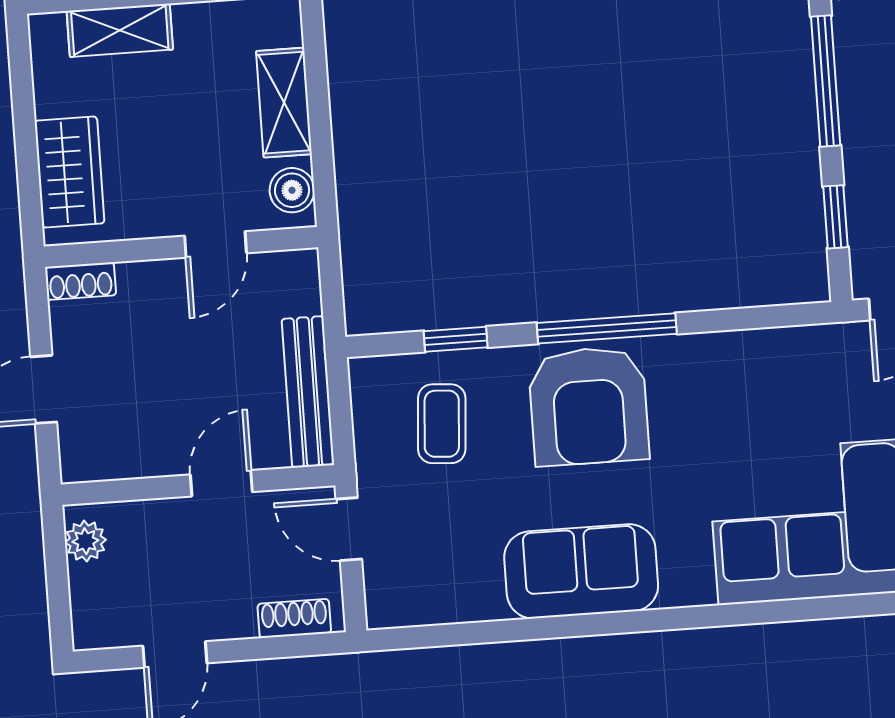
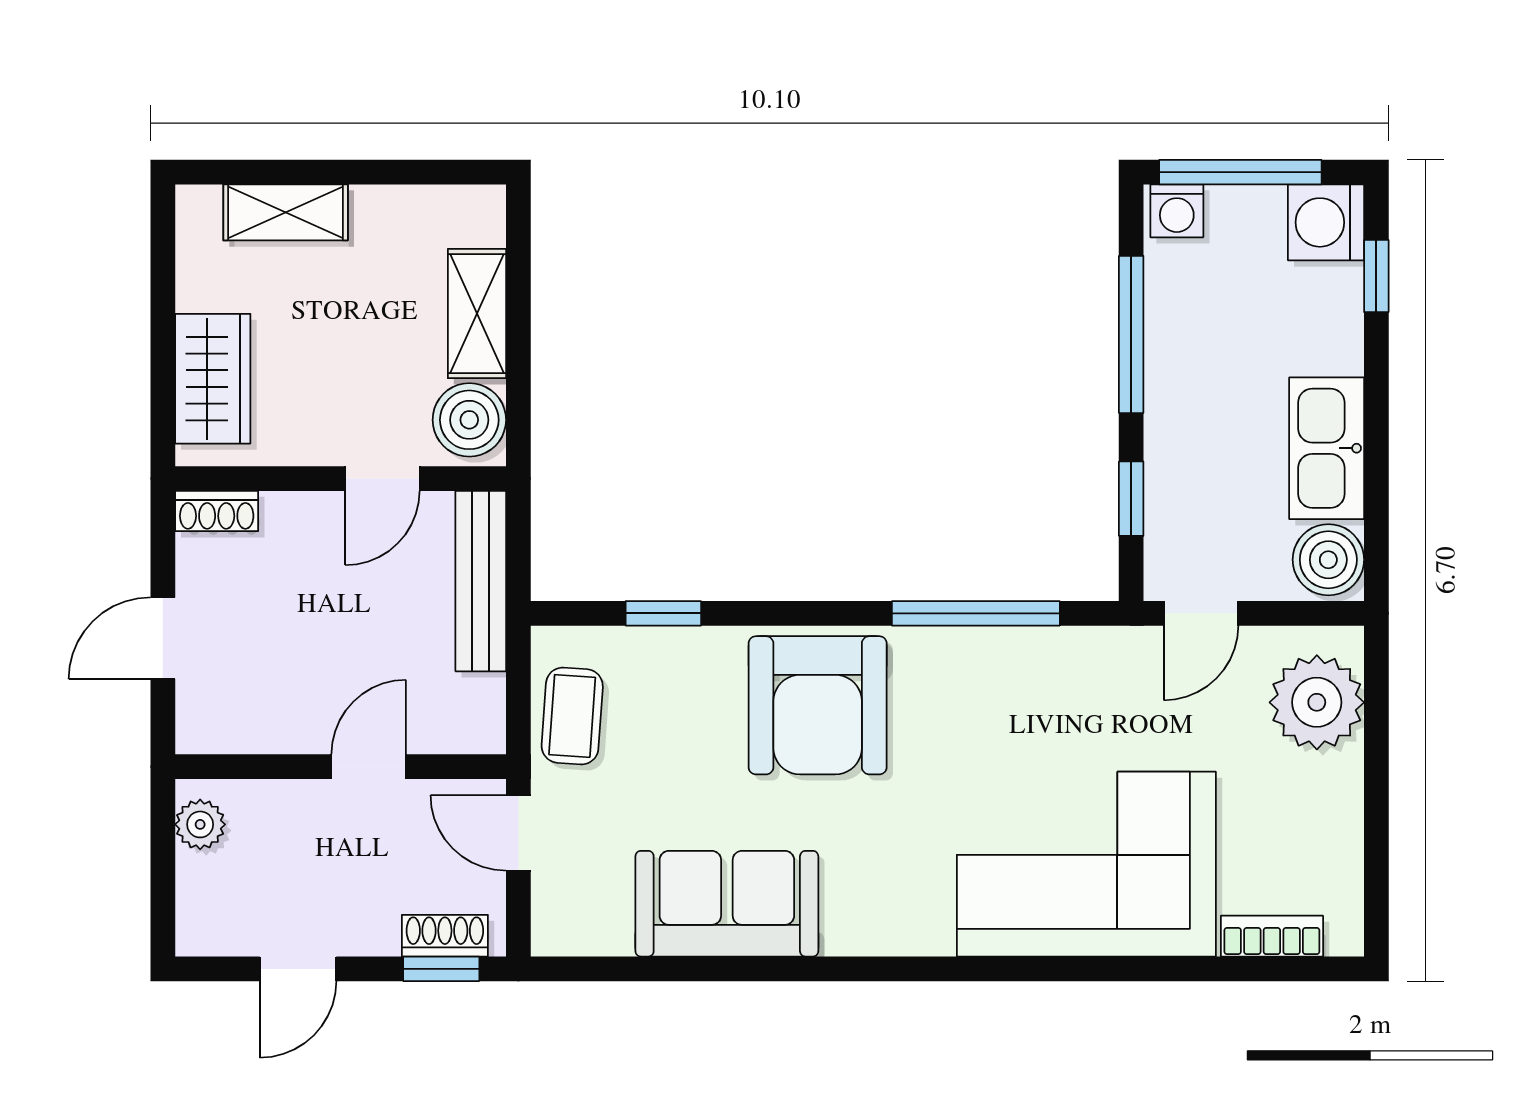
boiler: (292, 190) -> (469, 420), width x1.36, depth x1.36
window: (607, 328) -> (976, 613), moved
bench: (308, 392) -> (481, 581), moved
coffee table: (442, 424) -> (572, 716), moved
sofa: (581, 571) -> (727, 904), moved
window: (293, 646) -> (441, 969), added

